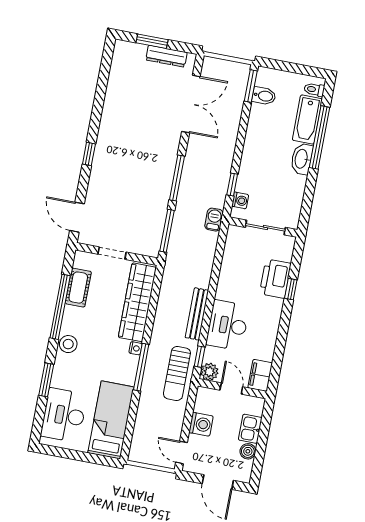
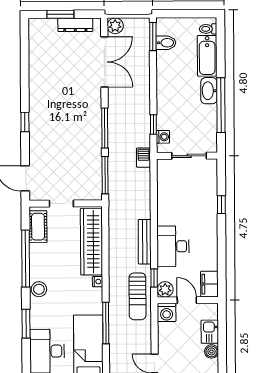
plant: (211, 66) -> (115, 26), added
window: (320, 137) -> (221, 105), moved
printer: (275, 279) -> (206, 198), removed
cot: (78, 288) -> (38, 227), moved
window: (141, 367) -> (106, 323), moved
washing machine: (201, 424) -> (167, 312), moved, turned 90

